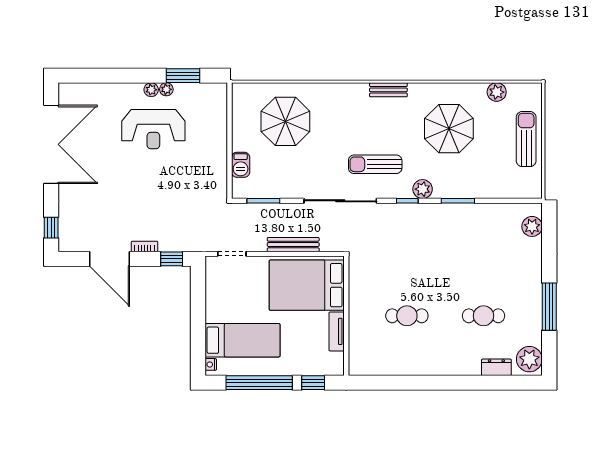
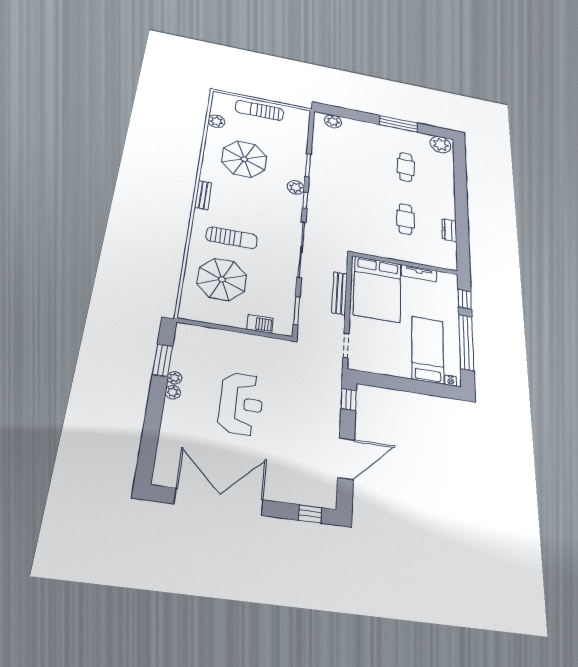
reception desk: (153, 129) -> (241, 404), moved
sun lounger: (375, 164) -> (232, 238), moved, turned -90
bookcase: (145, 246) -> (335, 423), removed
dresser: (496, 367) -> (449, 230), moved

